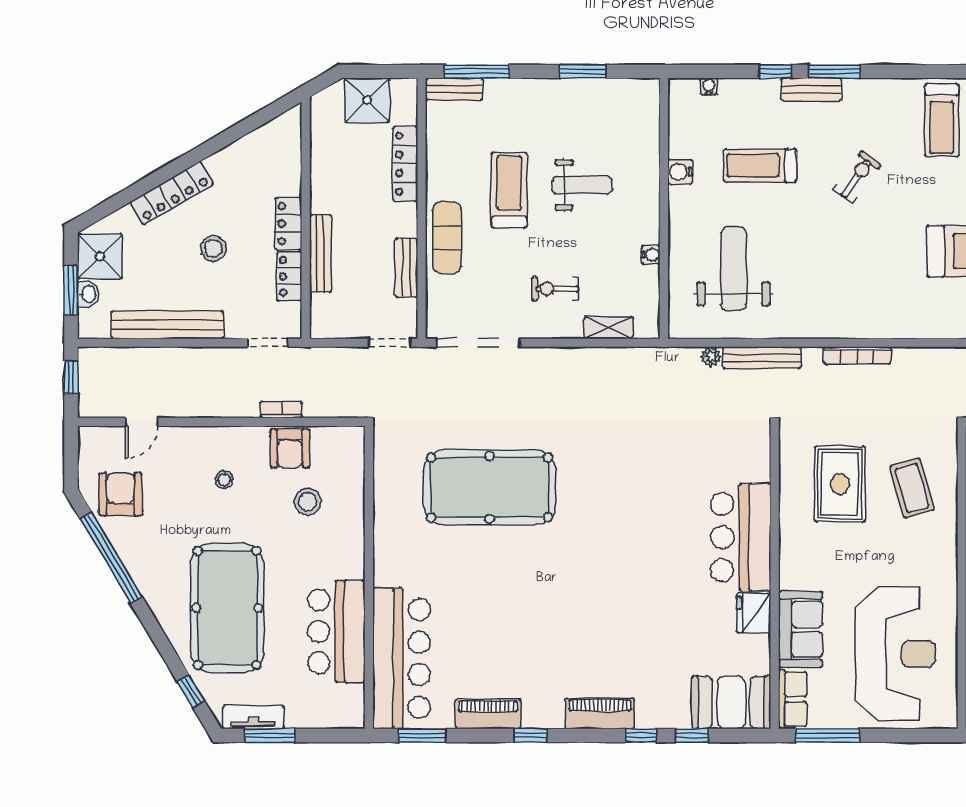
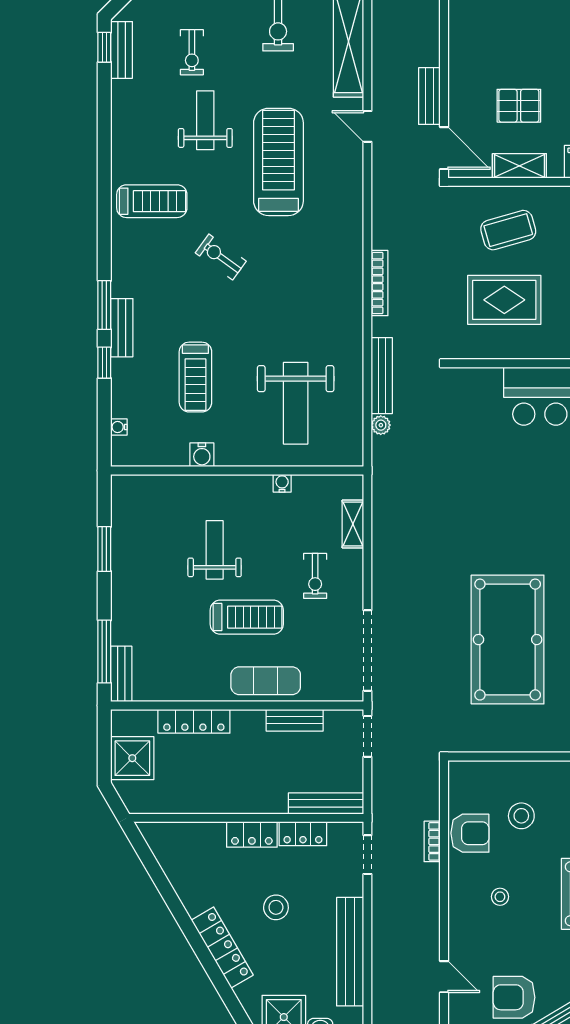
exercise bike: (857, 177) -> (221, 257), moved
treadmill: (509, 190) -> (247, 617), moved, turned 180
bench: (320, 253) -> (326, 803), moved
weight bench: (733, 269) -> (296, 403), turned -90

